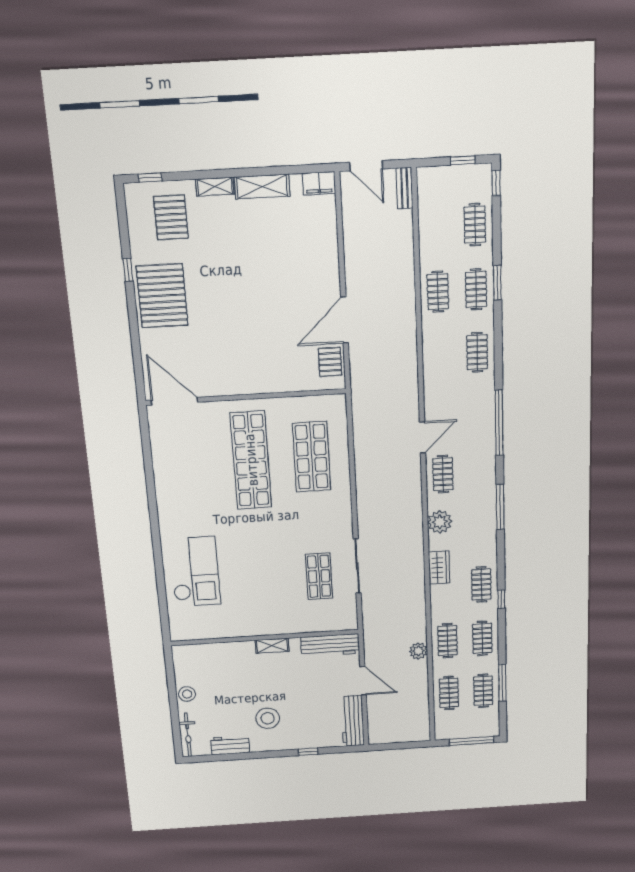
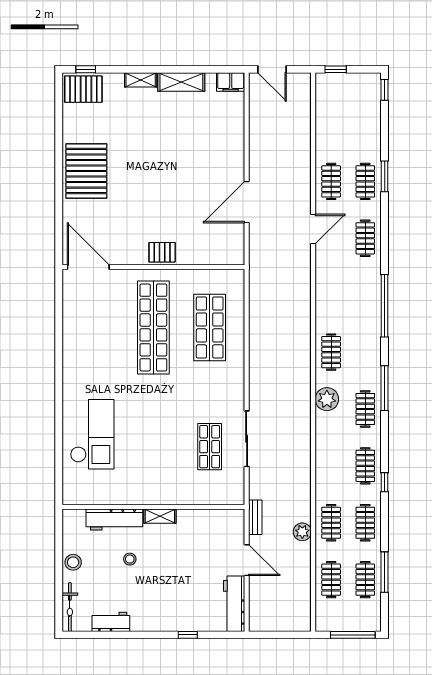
window: (463, 160) -> (336, 69), moved
bench: (405, 188) -> (255, 517), moved
pallet: (171, 217) -> (83, 89), moved, turned 90
clothes rail: (475, 225) -> (365, 409), moved
window: (128, 270) -> (59, 147), removed
pallet: (330, 362) -> (162, 252), moved, turned 90
door: (423, 437) -> (313, 229), moved
wardrobe: (439, 568) -> (325, 445), removed
workbench: (330, 645) -> (114, 520), moved
stool: (268, 718) -> (130, 559), moved, width x0.53, depth x0.53

